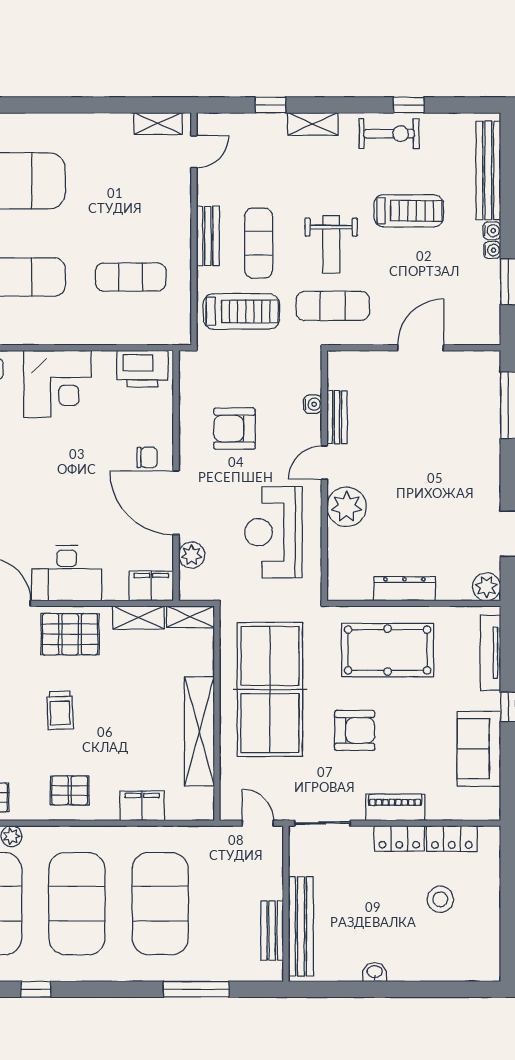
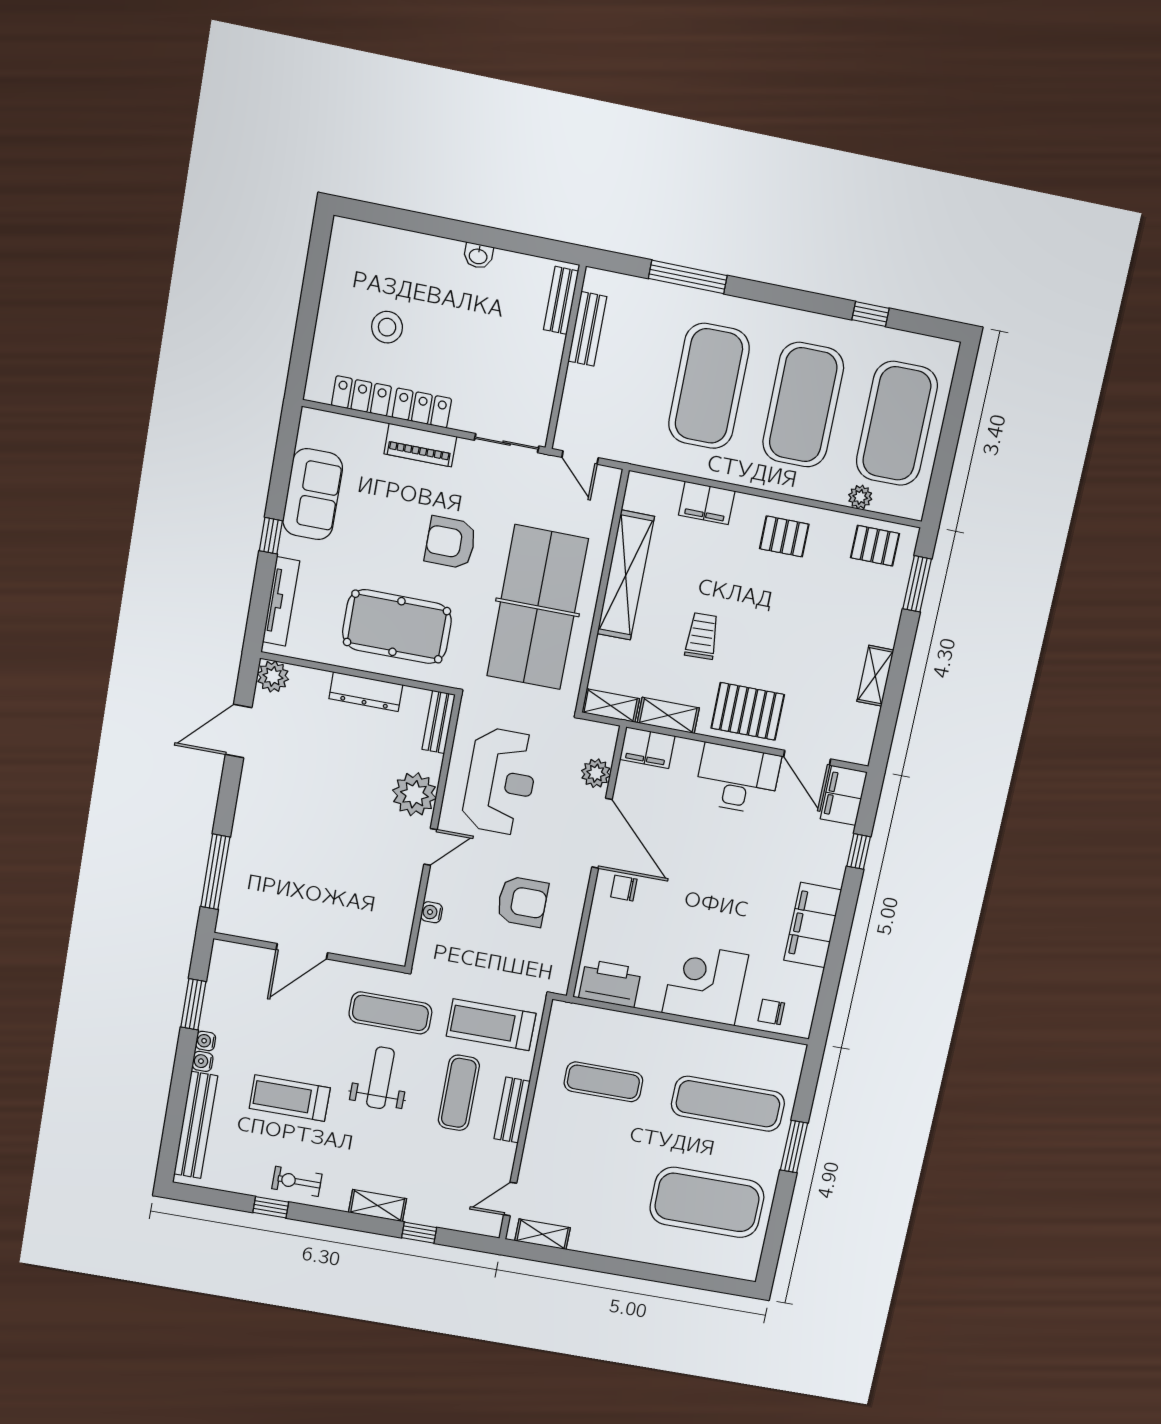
exercise bike: (389, 134) -> (297, 1181), width x0.73, depth x0.72
bench: (337, 417) -> (439, 722), moved
trolley: (60, 710) -> (702, 636), moved
bench: (301, 926) -> (561, 300), width x0.54, depth x0.82

